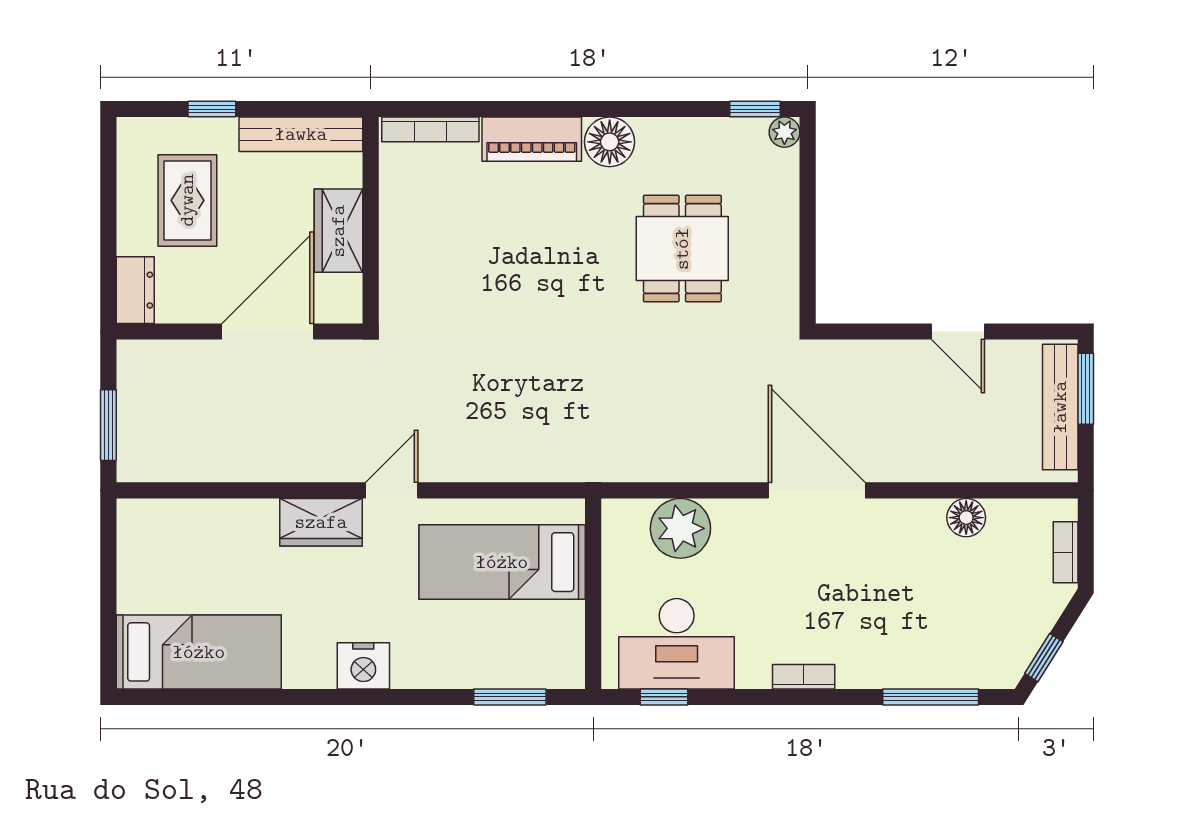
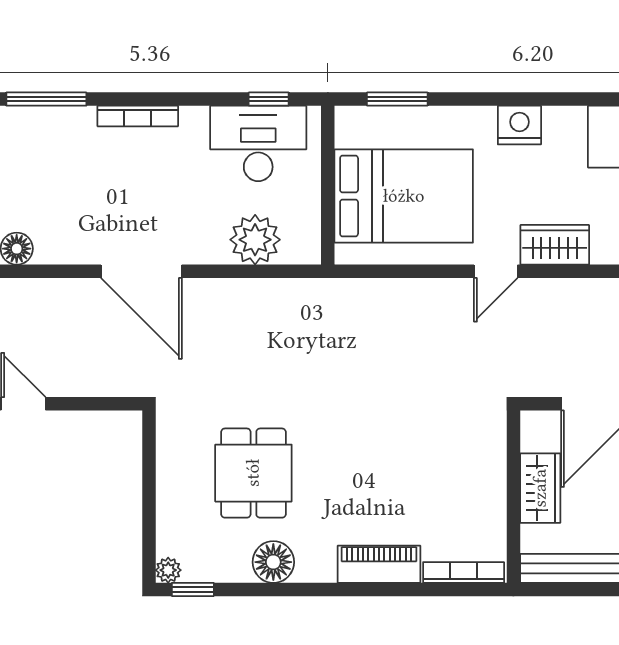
floor lamp: (610, 142) -> (273, 562), moved
bed: (502, 562) -> (404, 196), width x1.50
bookcase: (804, 677) -> (138, 116), width x1.56

